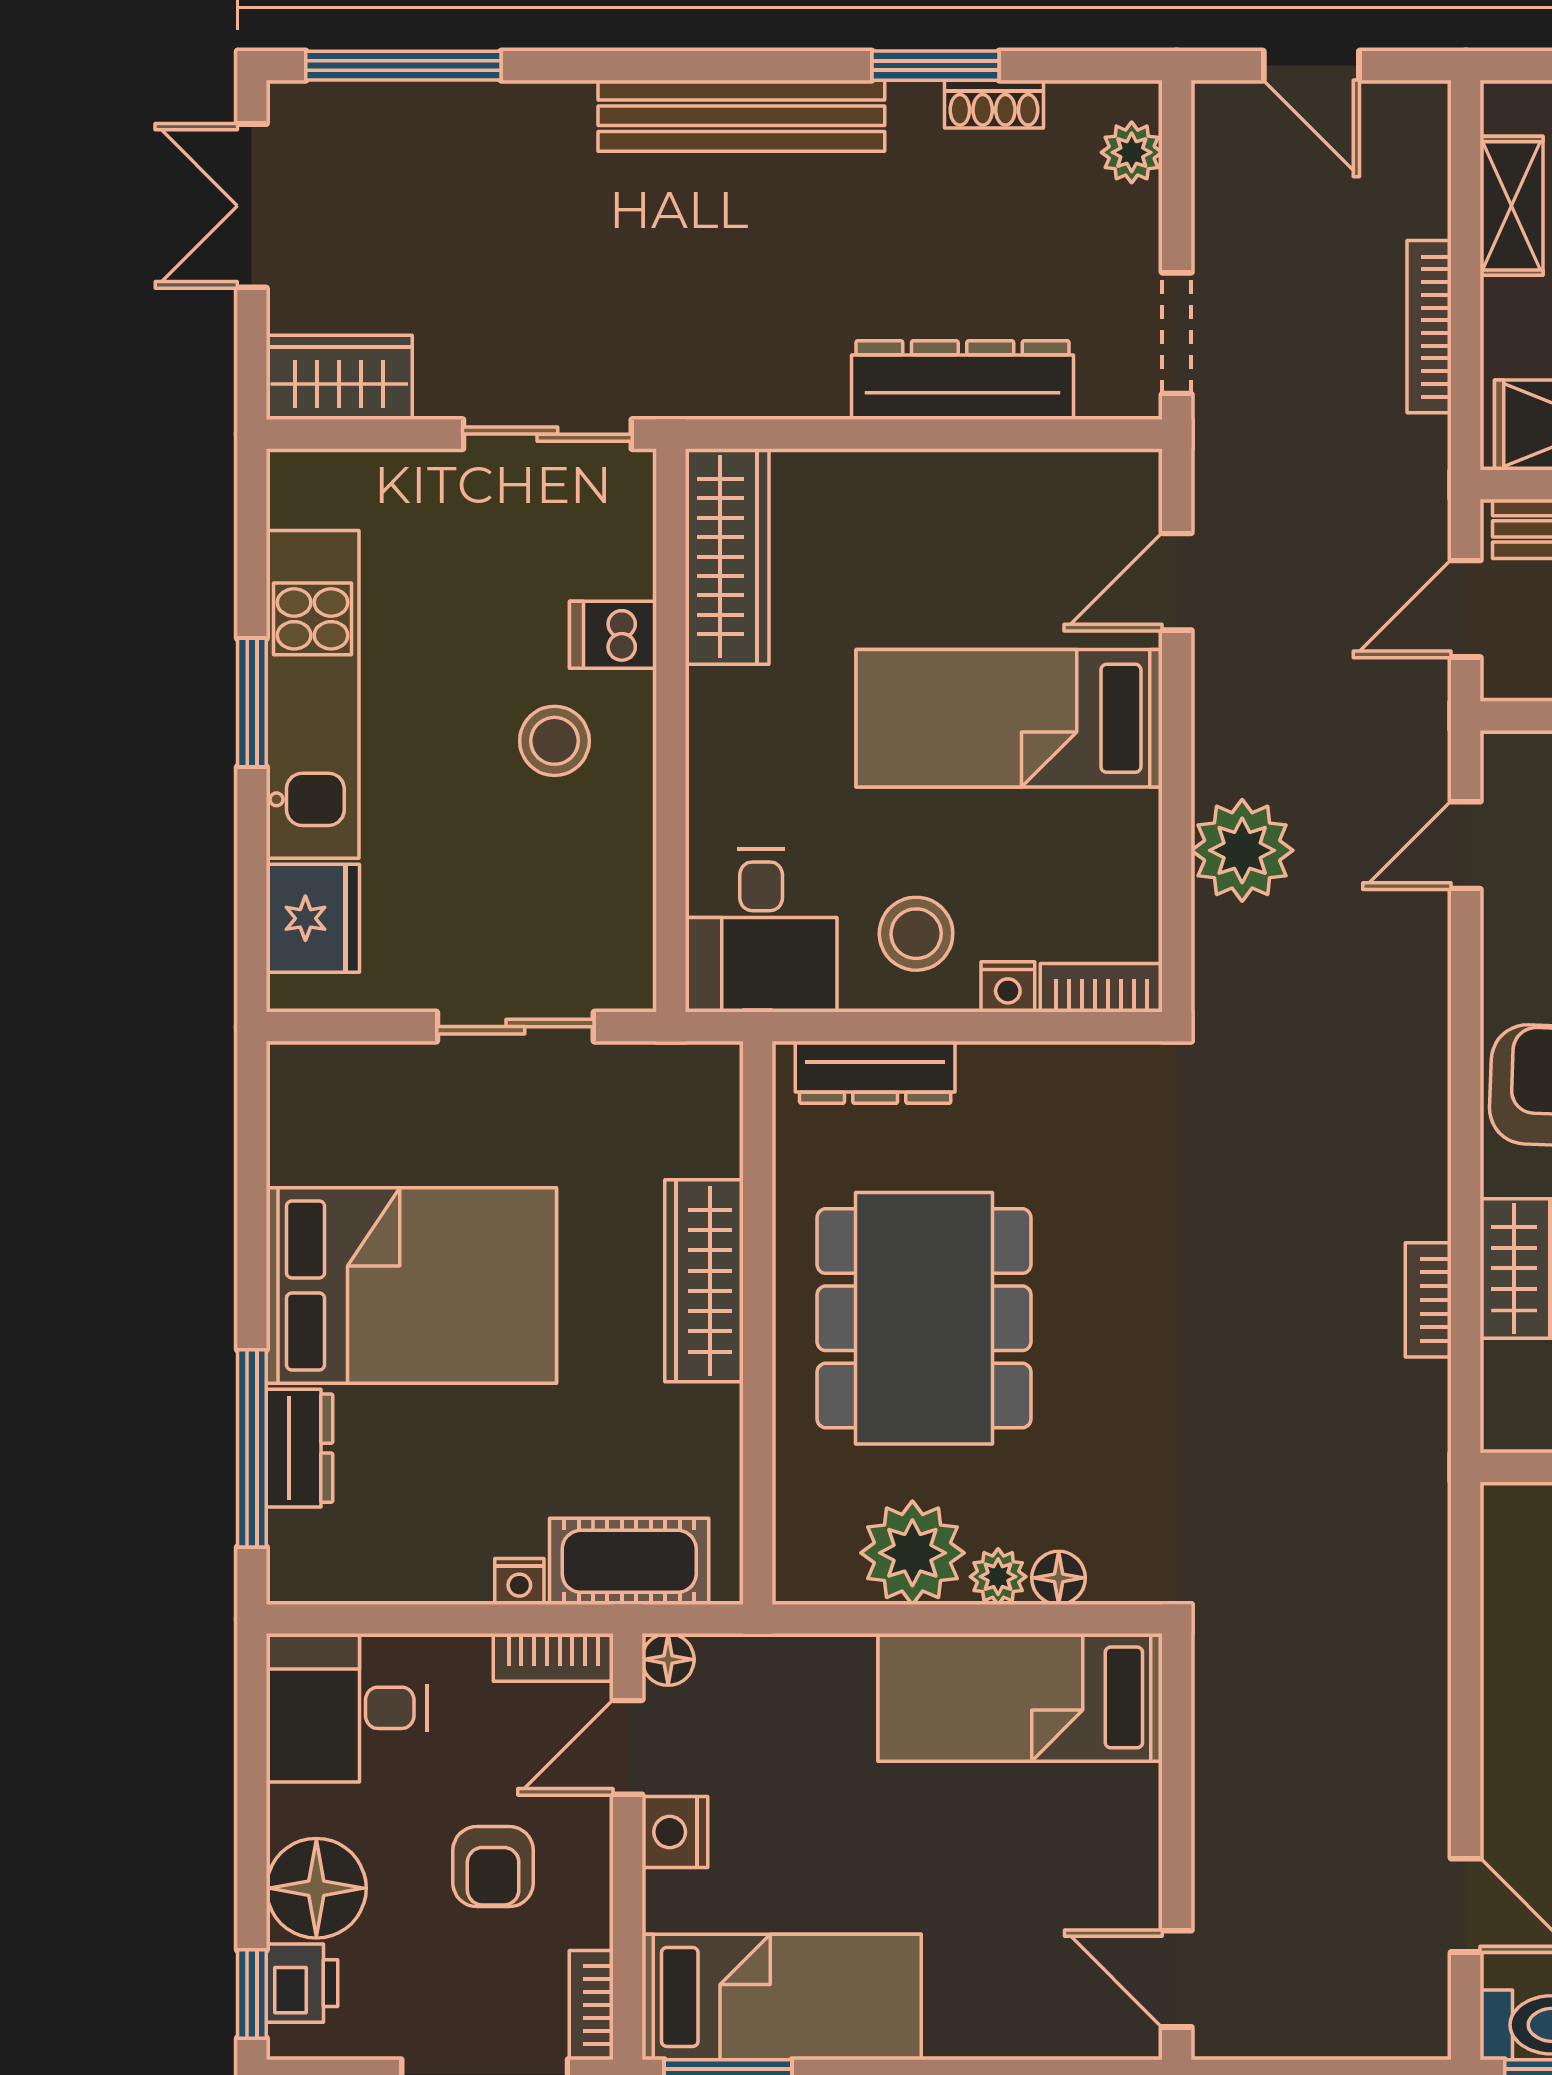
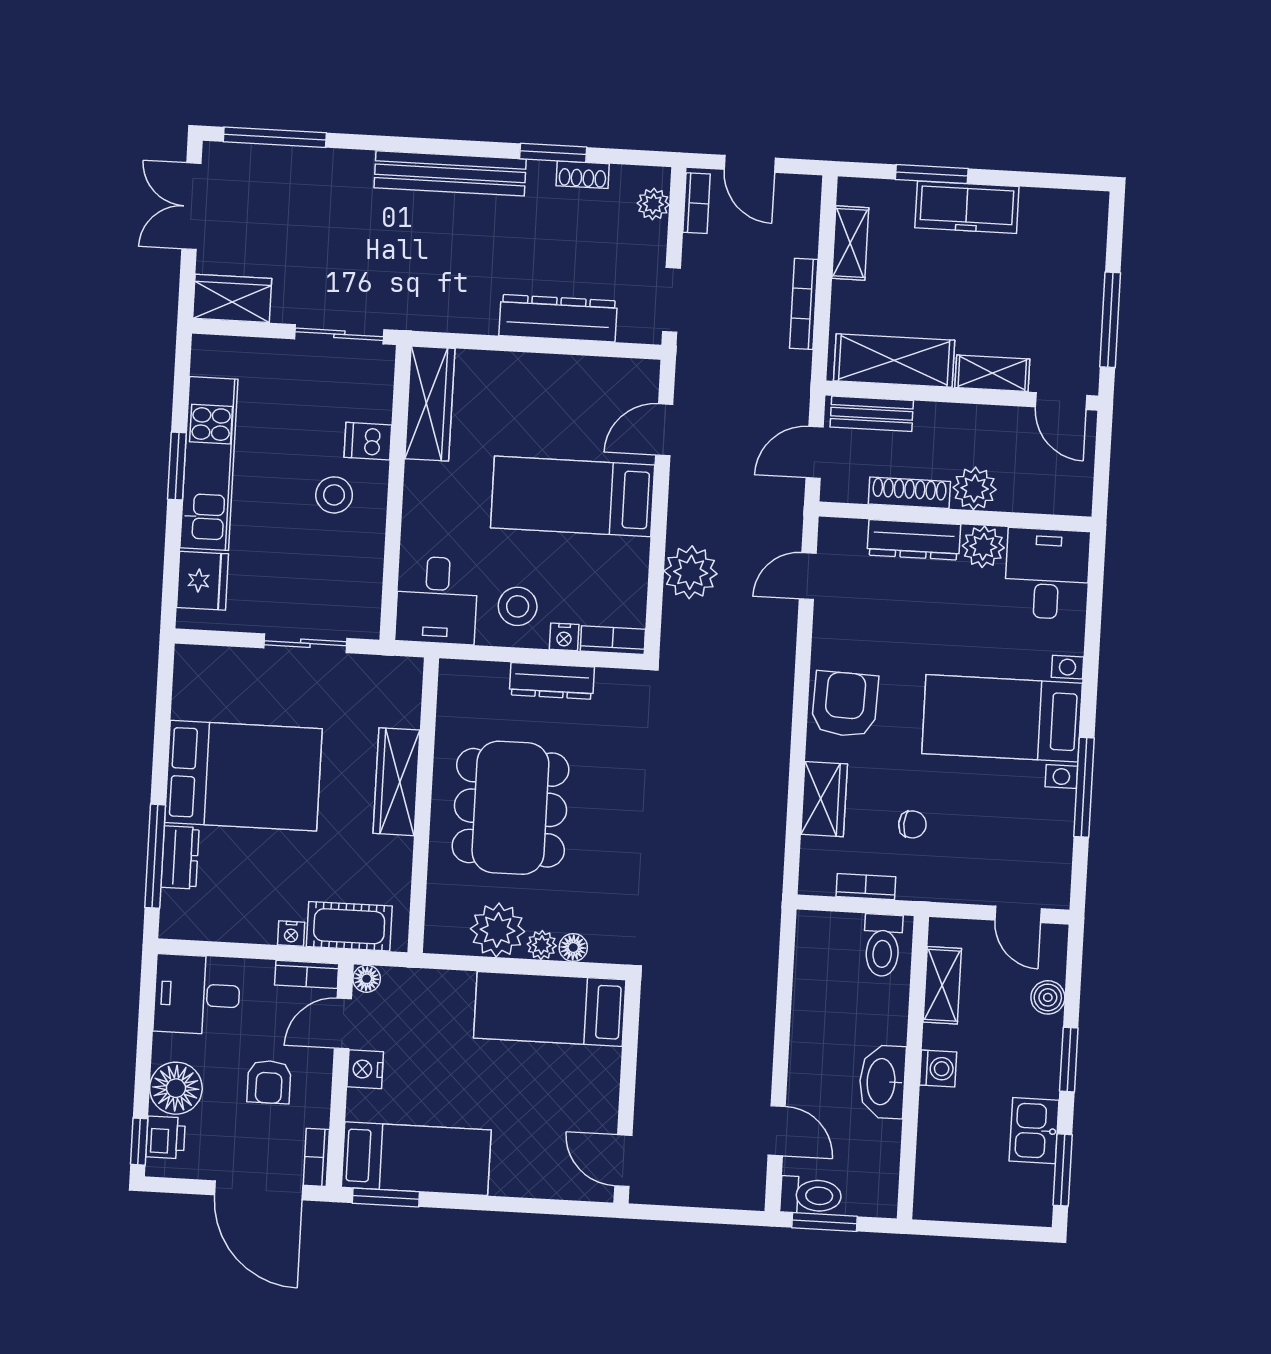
dresser: (875, 1072) -> (552, 681), moved
bookcase: (1428, 1300) -> (696, 203), moved, turned 180

